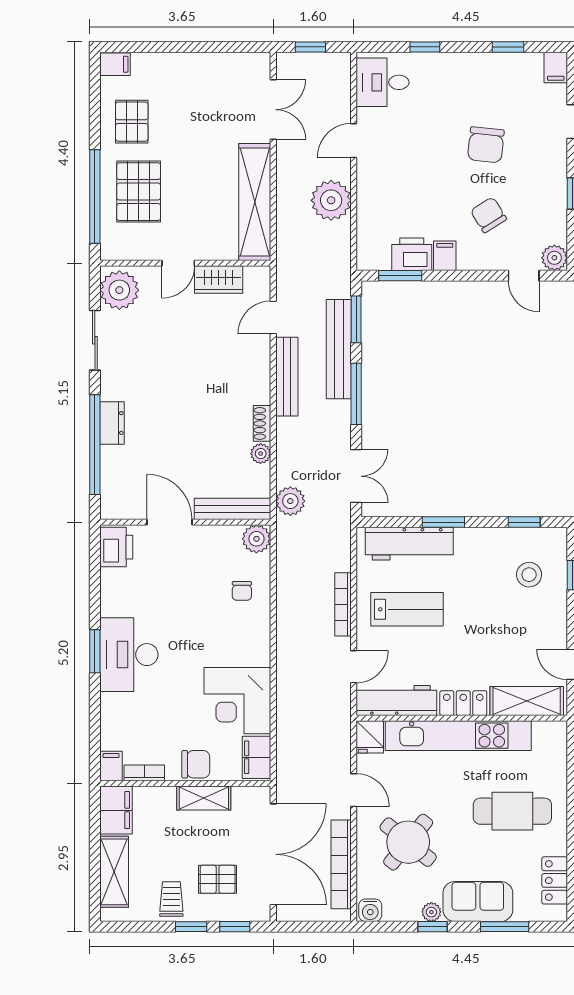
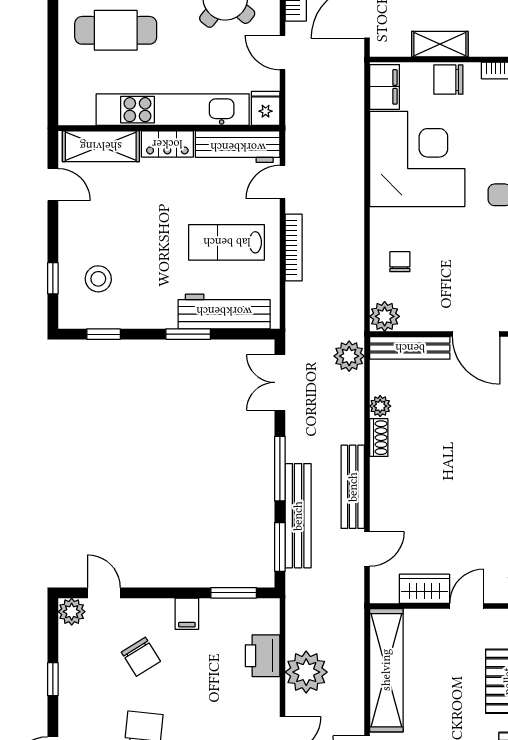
printer: (412, 254) -> (263, 656), moved, turned 90
corner desk: (237, 701) -> (417, 159), width x1.36, depth x1.36

